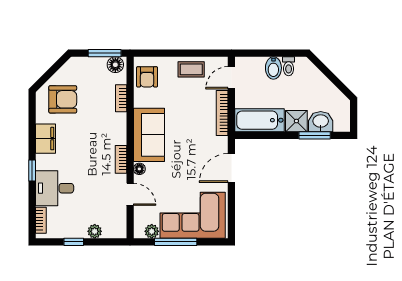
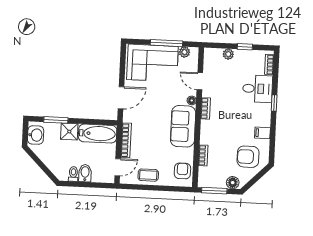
floor lamp: (115, 65) -> (233, 183), moved
washbasin: (321, 122) -> (36, 135), moved, turned -90
filing cabinet: (45, 139) -> (262, 133), width x0.50

